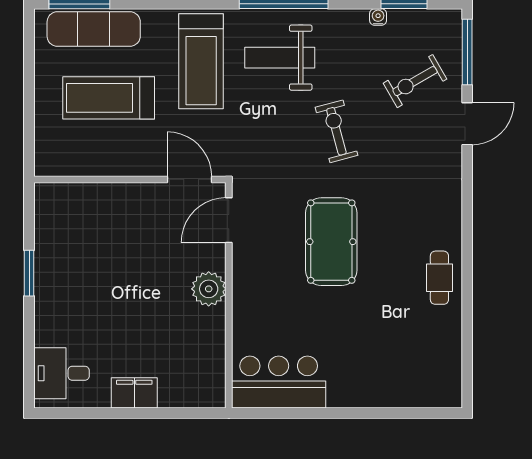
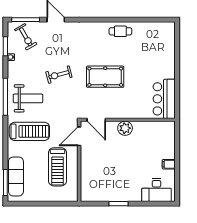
weight bench: (280, 58) -> (28, 98), turned -90
exercise bike: (415, 81) -> (26, 37), moved
treadmill: (109, 98) -> (57, 167), moved
desk: (61, 373) -> (157, 190), width x1.37
filing cabinet: (134, 393) -> (169, 164), width x0.50

